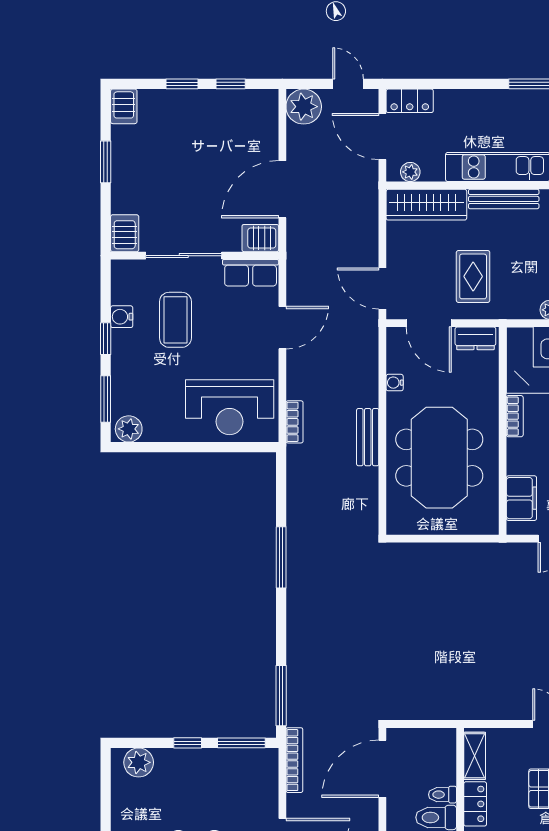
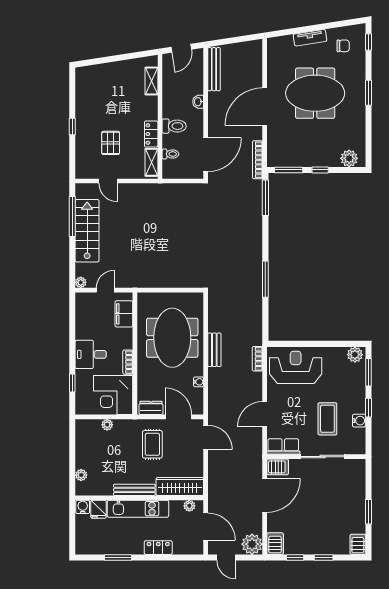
locker: (410, 101) -> (158, 548), moved
server rack: (125, 233) -> (275, 544), moved, turned 180
toilet: (442, 795) -> (170, 154), moved

